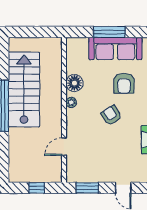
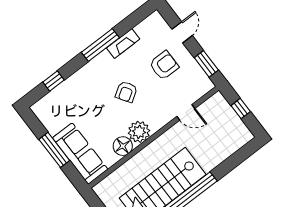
sofa: (115, 49) -> (80, 154), moved
armchair: (124, 83) -> (164, 65), moved
plant: (71, 102) -> (139, 132), width x1.88, depth x1.88

